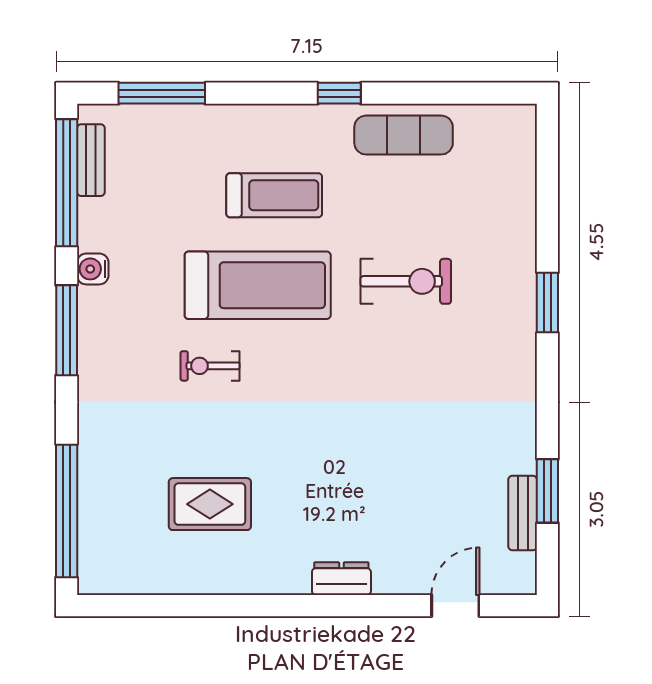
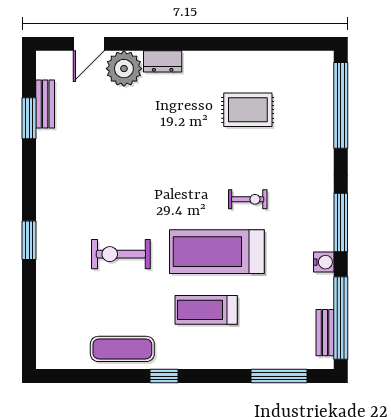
plant: (401, 568) -> (124, 69), added

